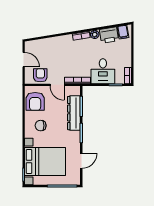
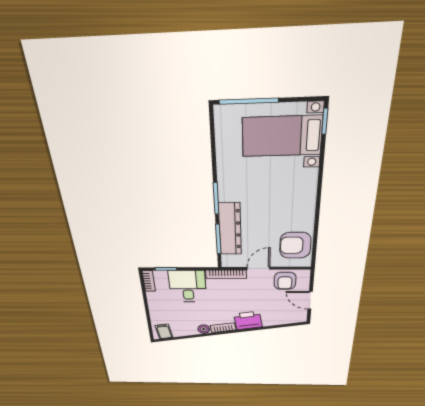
printer: (109, 35) -> (248, 320), moved
door: (57, 85) -> (258, 268), hinge flipped
armchair: (35, 101) -> (295, 245), turned -90
chair: (41, 126) -> (288, 209), removed
bed with nightstands: (45, 161) -> (282, 136), width x0.73
door: (81, 161) -> (213, 151), removed

